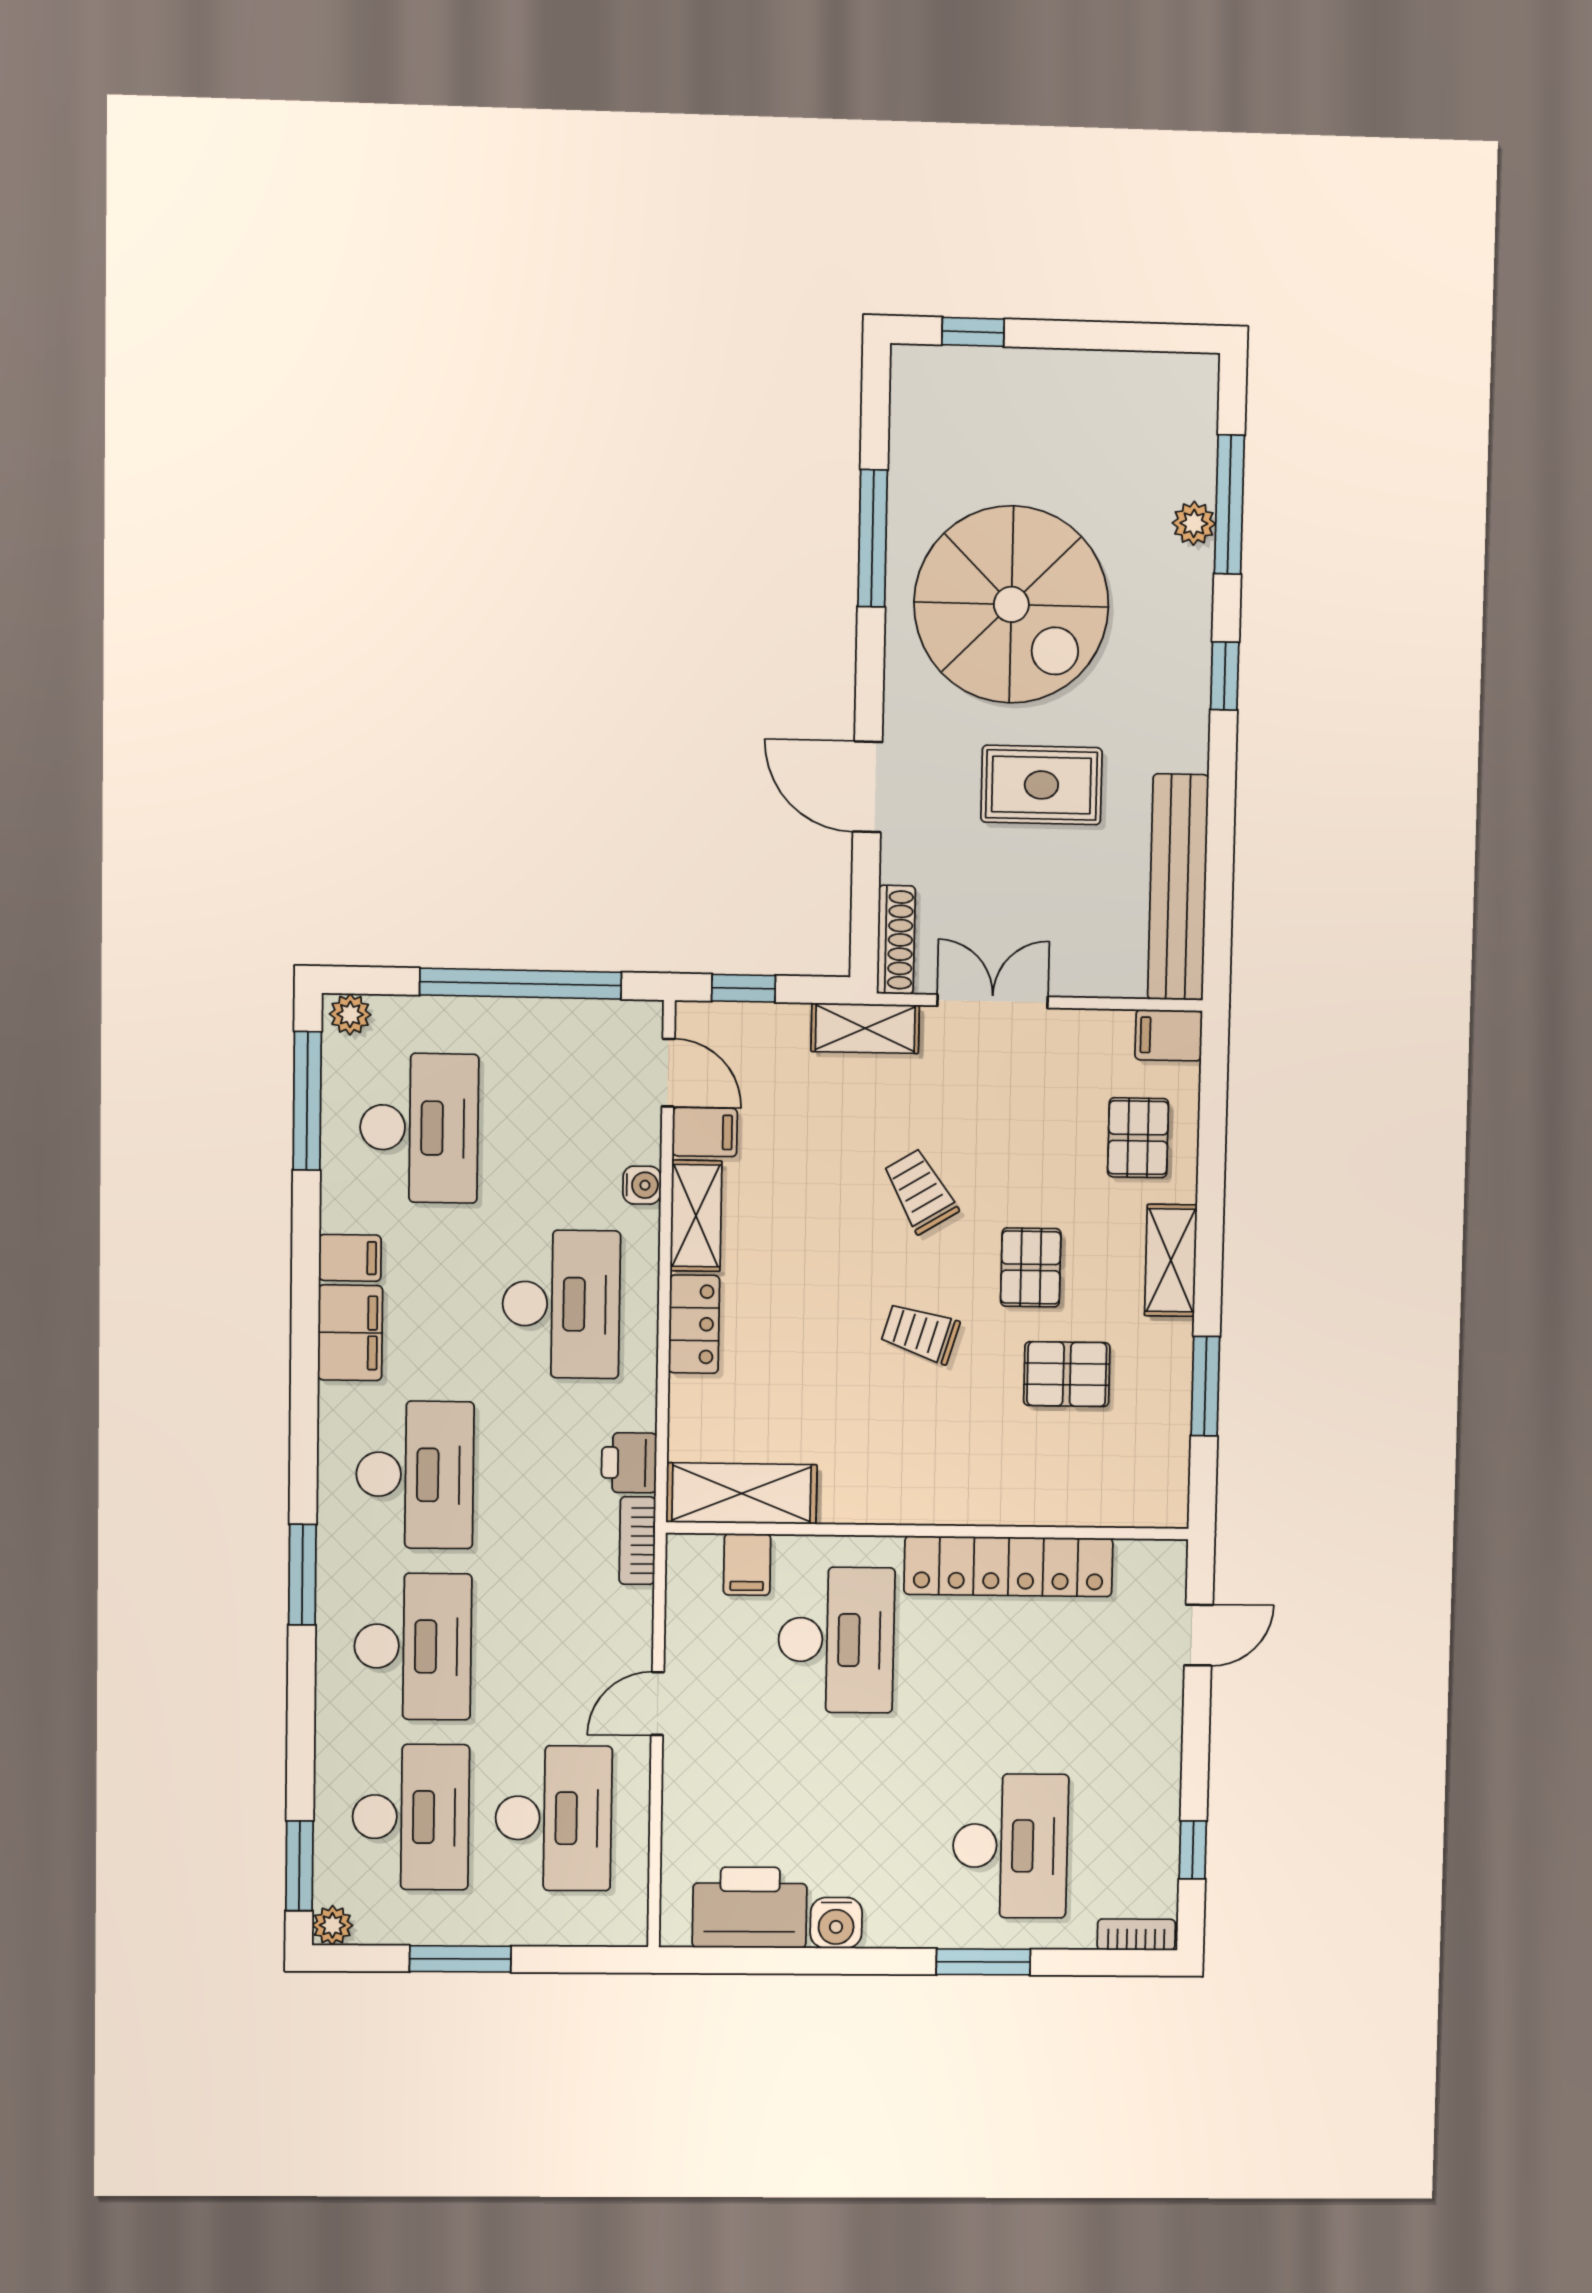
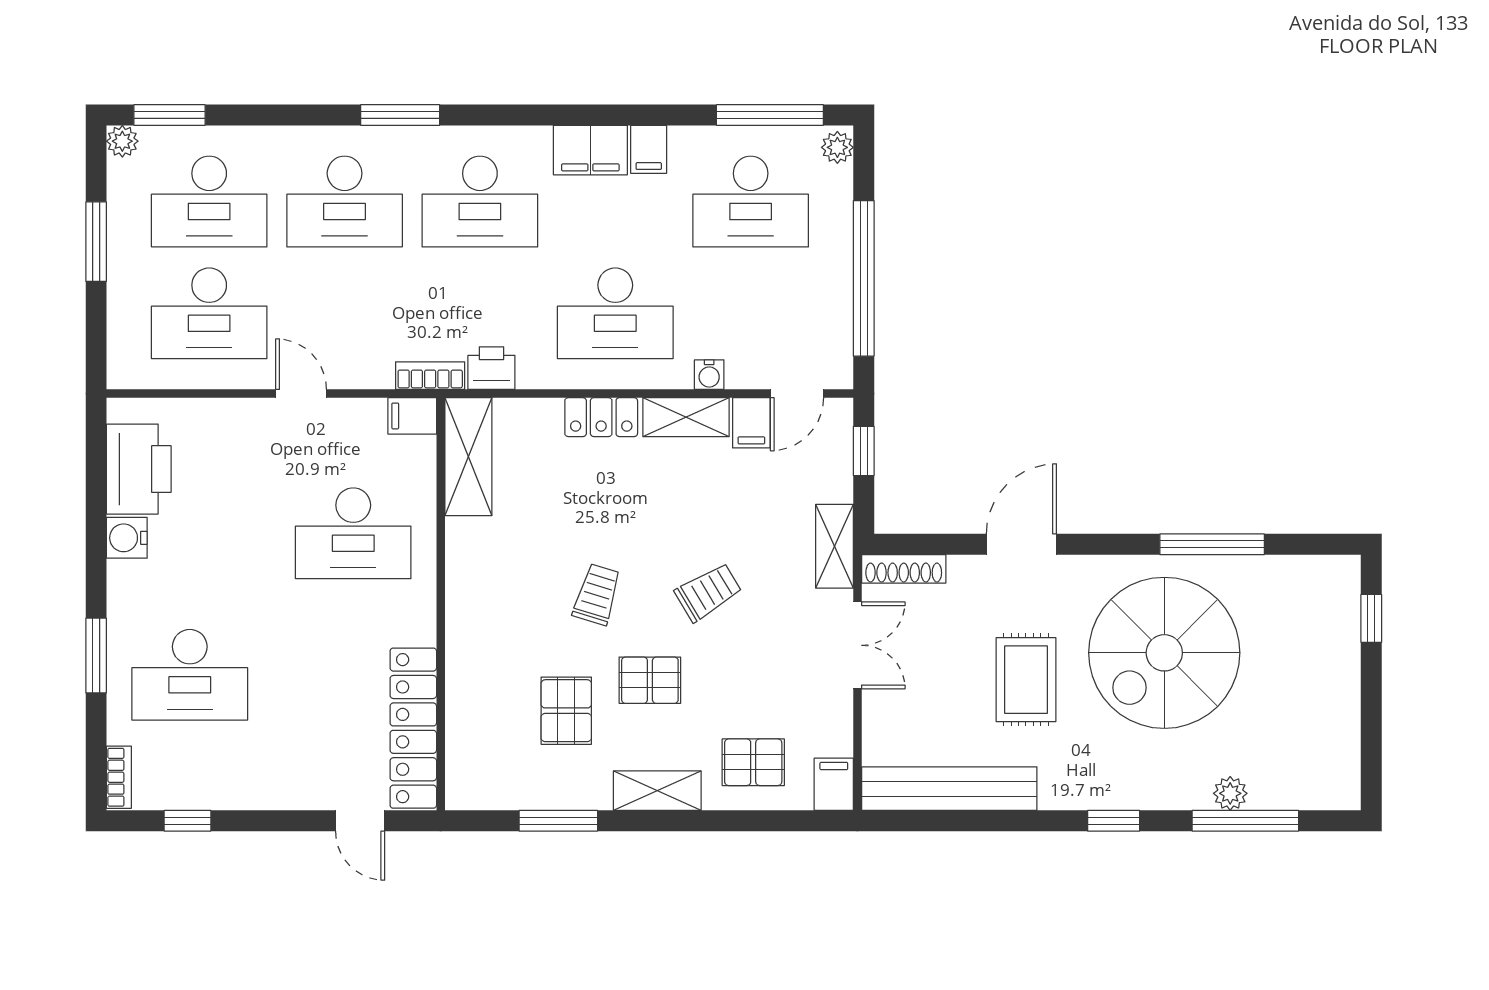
filing cabinet: (747, 1564) -> (412, 416), moved
locker: (1008, 1566) -> (413, 728), moved

